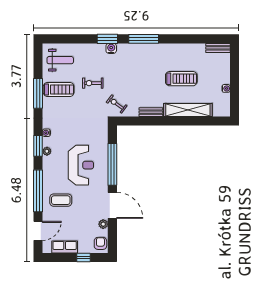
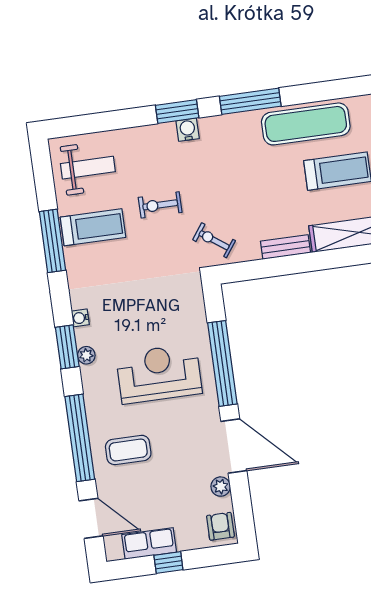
exercise mat: (169, 54) -> (306, 124), added
reception desk: (81, 165) -> (159, 374), turned -90
door: (38, 231) -> (91, 518), hinge flipped
window: (84, 257) -> (168, 562), moved

